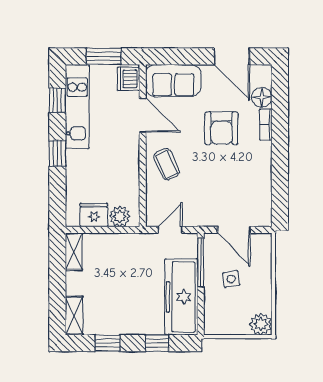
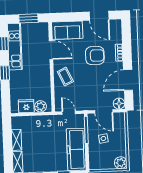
dishwasher: (128, 79) -> (42, 30), removed
floor lamp: (262, 97) -> (119, 104), moved
armchair: (222, 128) -> (95, 56), turned -90
door: (280, 175) -> (128, 80), added
door: (170, 230) -> (69, 113), hinge flipped
shelving: (74, 252) -> (16, 140), moved

